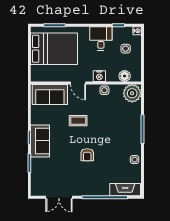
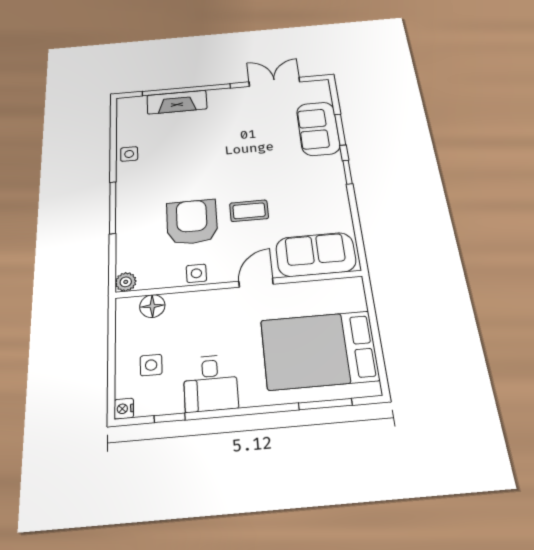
nightstand: (99, 76) -> (209, 301), removed
door: (78, 83) -> (256, 283), hinge flipped
plant: (132, 93) -> (126, 282), width x0.53, depth x0.53
sofa: (40, 141) -> (318, 129), moved
armchair: (87, 155) -> (192, 222), moved, width x1.88, depth x1.88
fireplace: (125, 190) -> (177, 102), moved

